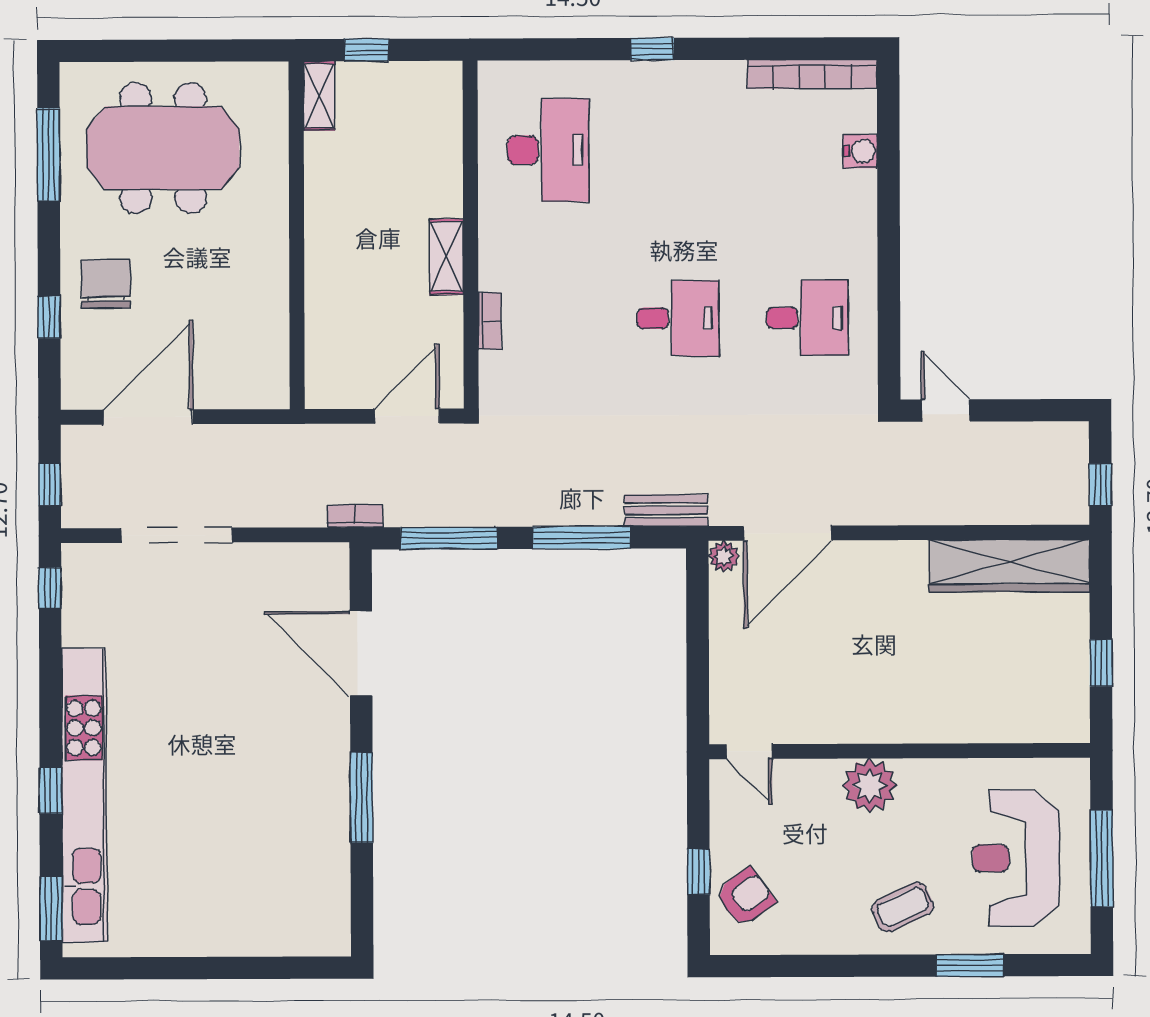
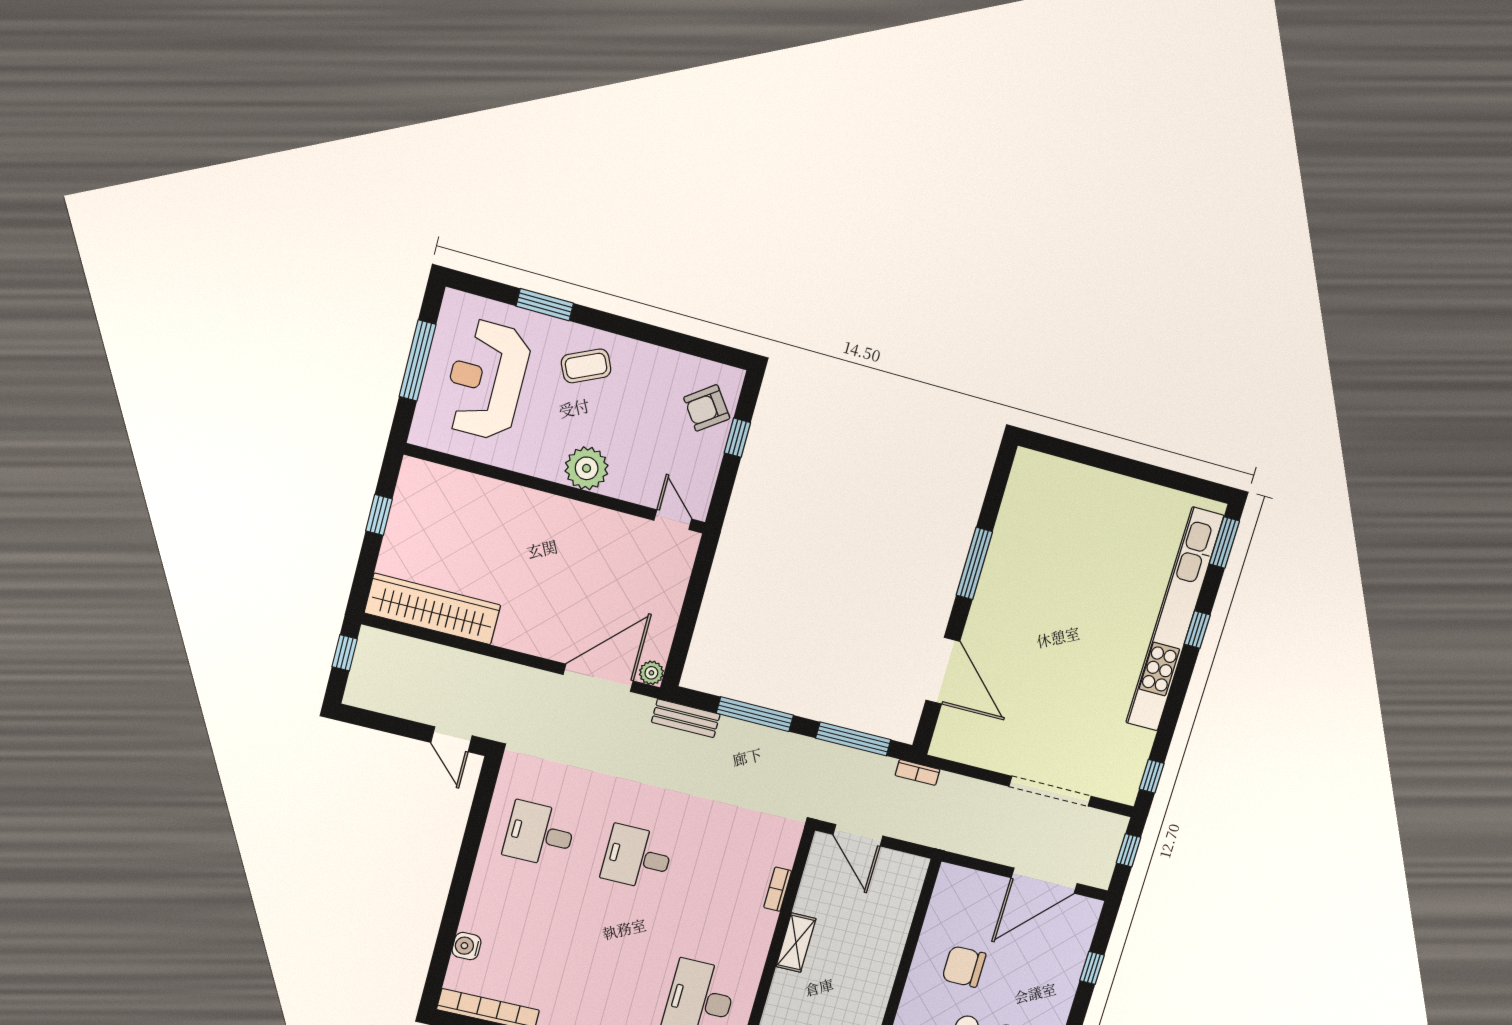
chair: (106, 284) -> (964, 967), moved, turned 90
door: (407, 416) -> (858, 835), hinge flipped
reception desk: (1016, 858) -> (486, 380), turned 180

